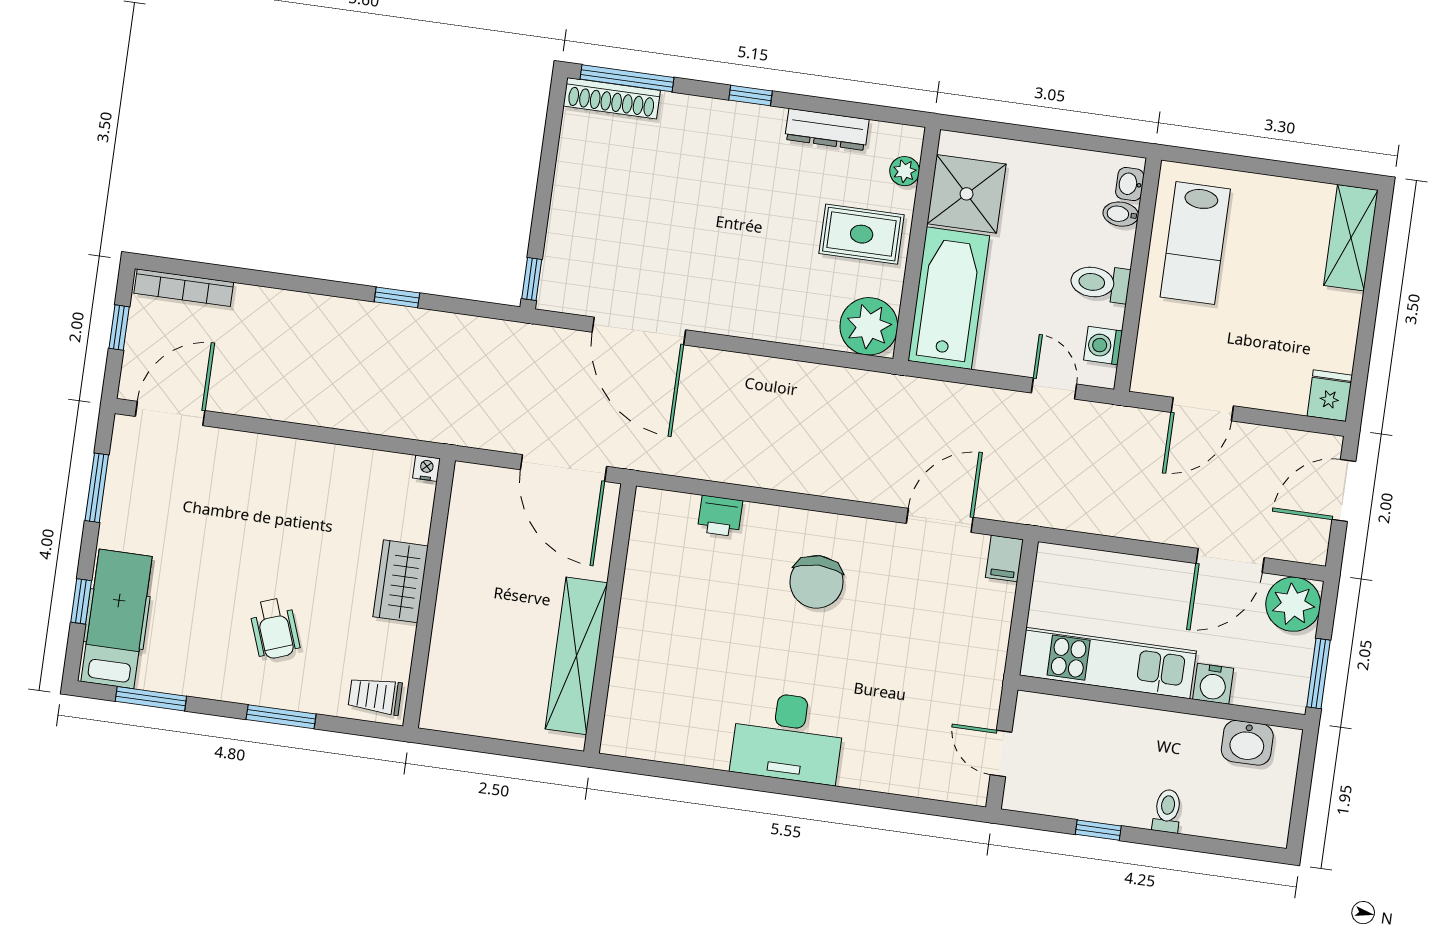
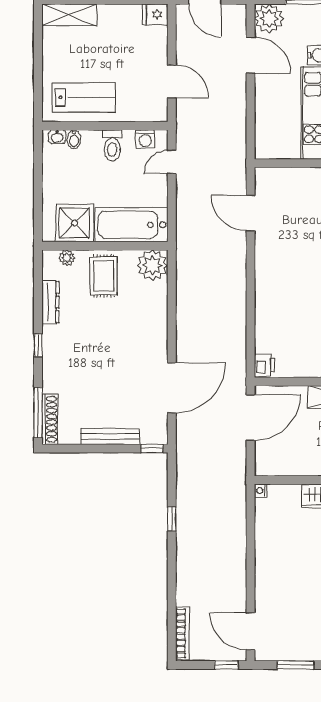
bench: (565, 205) -> (110, 436), added
window: (119, 328) -> (226, 665), moved
printer: (720, 516) -> (264, 365), moved
filing cabinet: (1004, 558) -> (266, 176), removed
chair: (817, 582) -> (292, 274), removed

